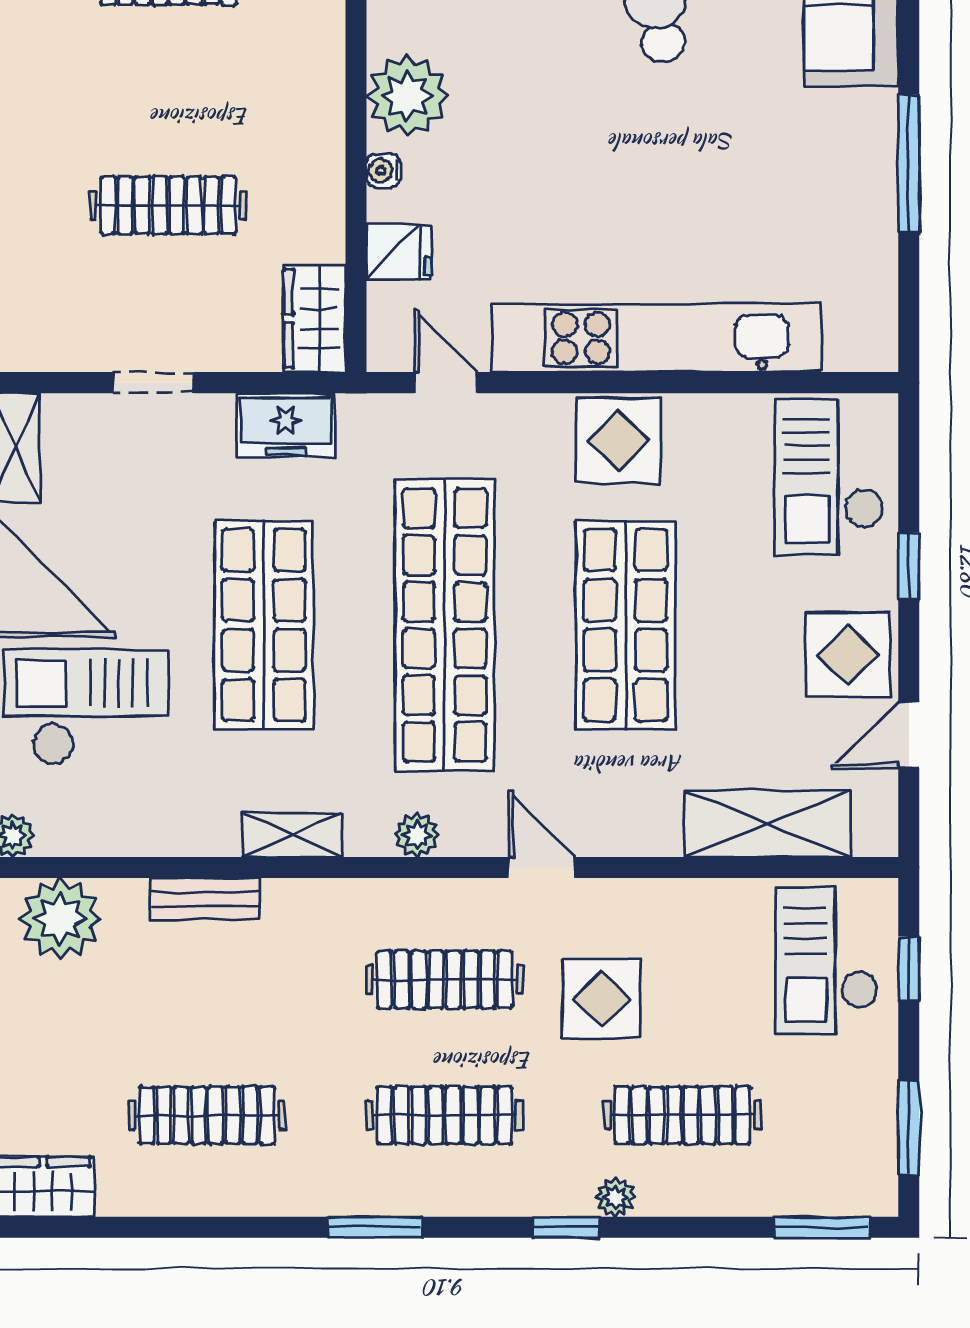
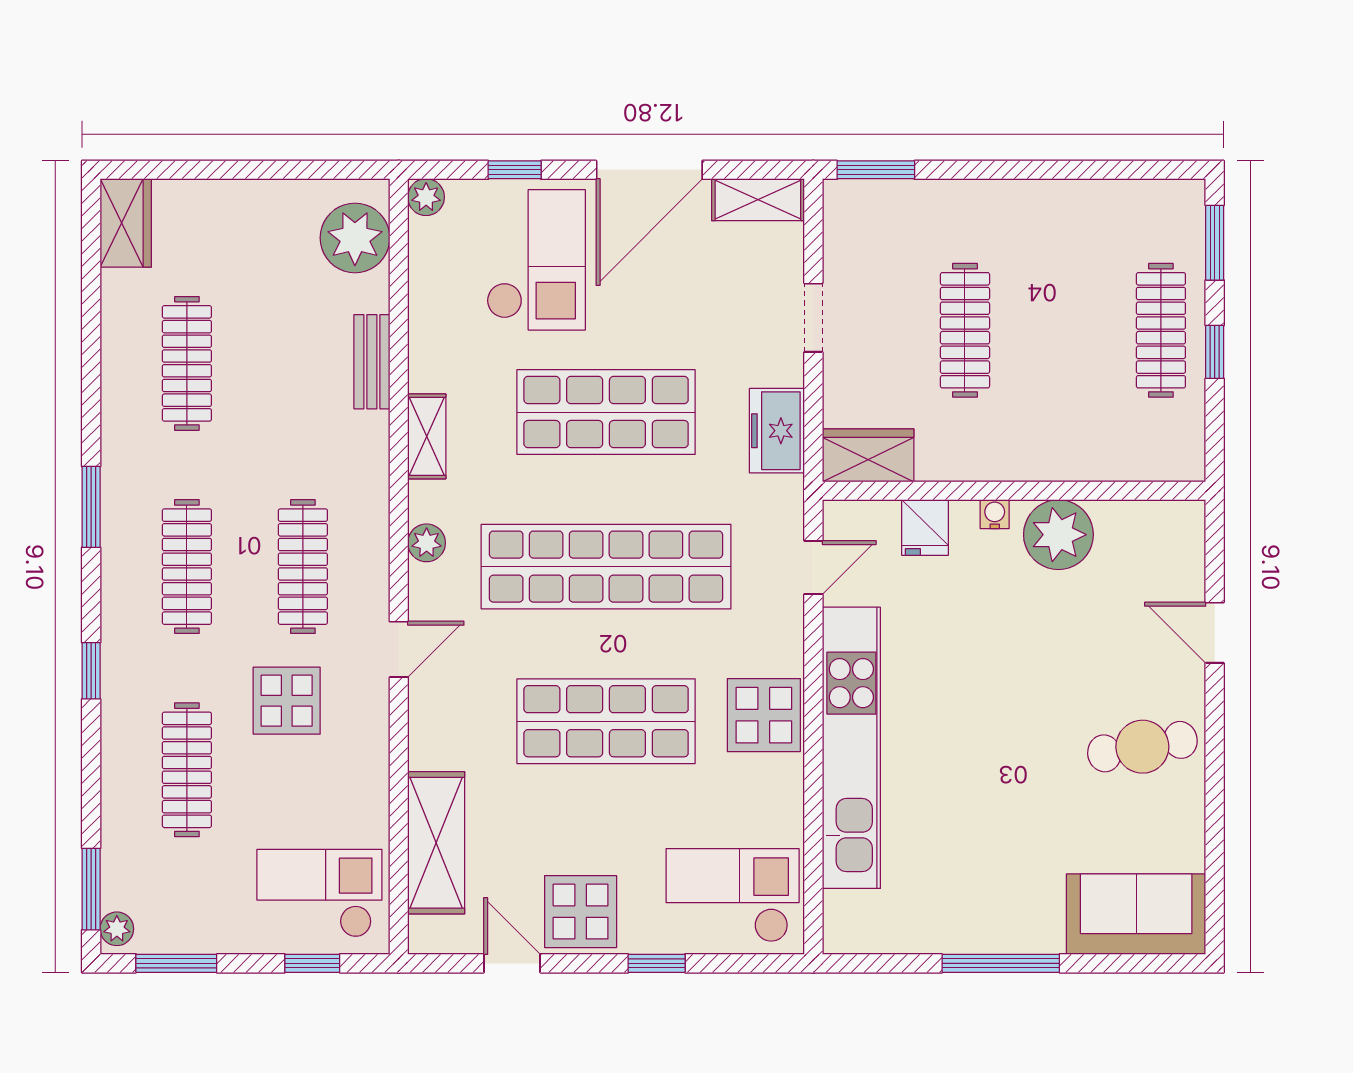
plant: (615, 1197) -> (117, 929), moved

